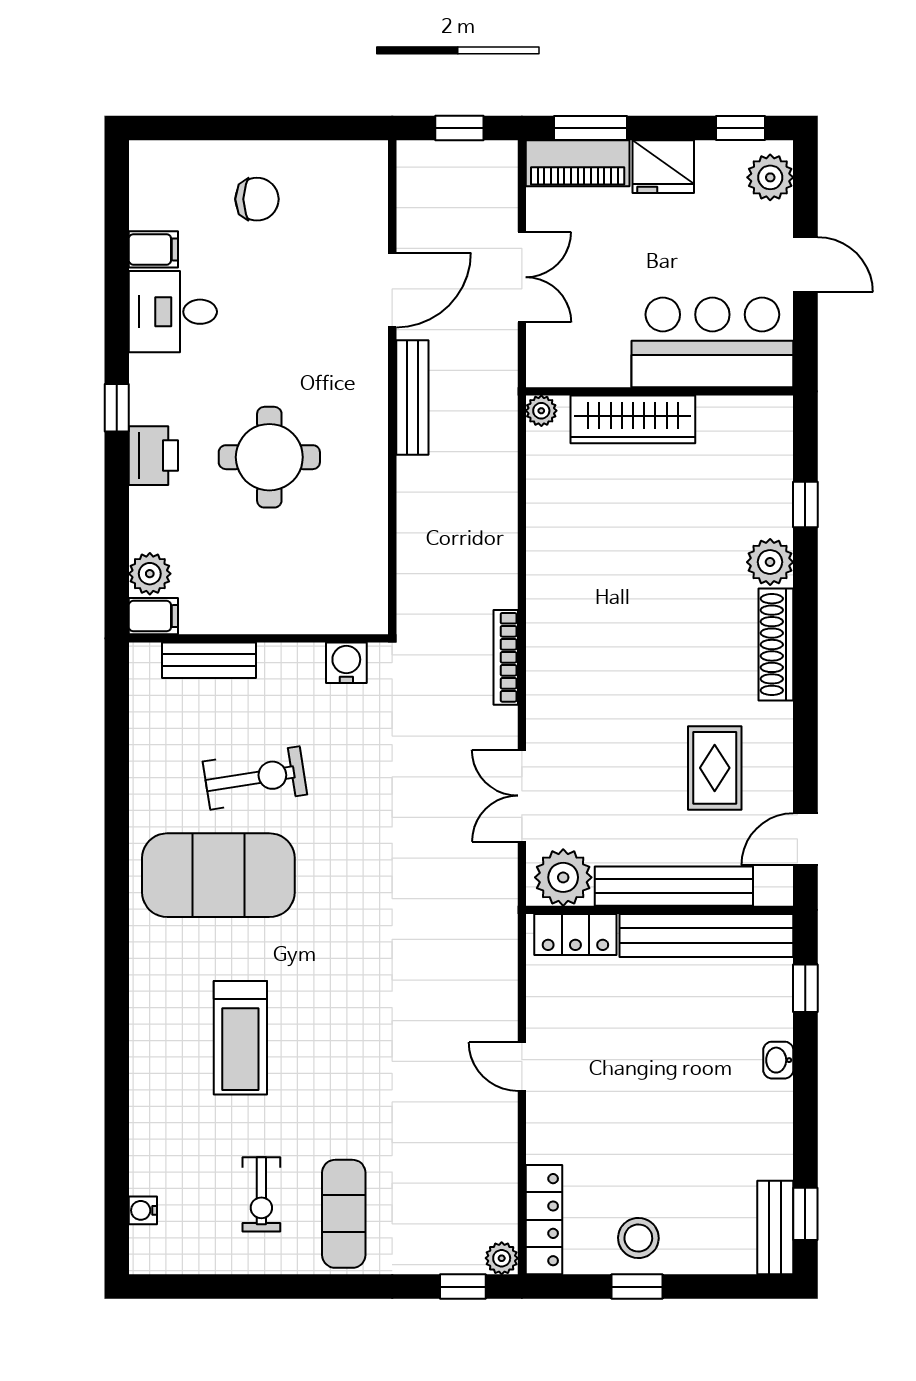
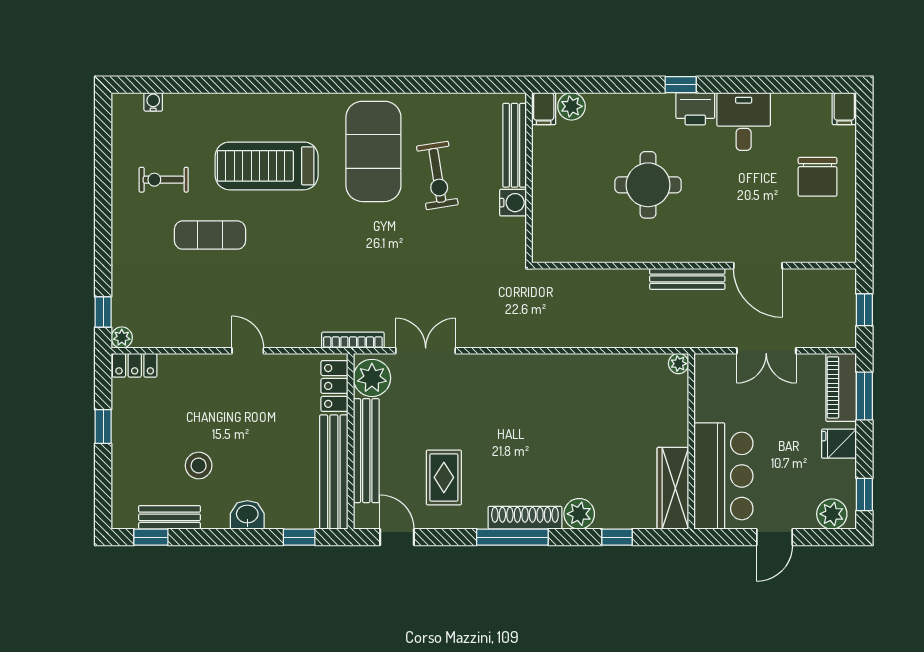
fridge: (663, 167) -> (839, 444), width x0.72
chair: (257, 199) -> (818, 177), width x1.37, depth x1.37
filing cabinet: (153, 249) -> (844, 109), moved
wardrobe: (633, 419) -> (673, 488), moved
printer: (153, 456) -> (695, 109), moved
bookcase: (506, 657) -> (353, 340), moved
bench: (209, 660) -> (515, 145), width x1.36
water cooler: (346, 663) -> (513, 203), moved
window: (805, 664) -> (512, 537), added
rug: (715, 768) -> (444, 477), turned 90
treadmill: (240, 1038) -> (267, 166), width x1.37, depth x1.38
washbasin: (778, 1060) -> (247, 515), width x1.38, depth x1.45
door: (522, 1067) -> (248, 351), hinge flipped
exercise mat: (344, 1214) -> (210, 235), moved
locker: (544, 1220) -> (135, 365), width x0.66
bench: (775, 1227) -> (169, 517), moved
stool: (638, 1238) -> (199, 466), moved

